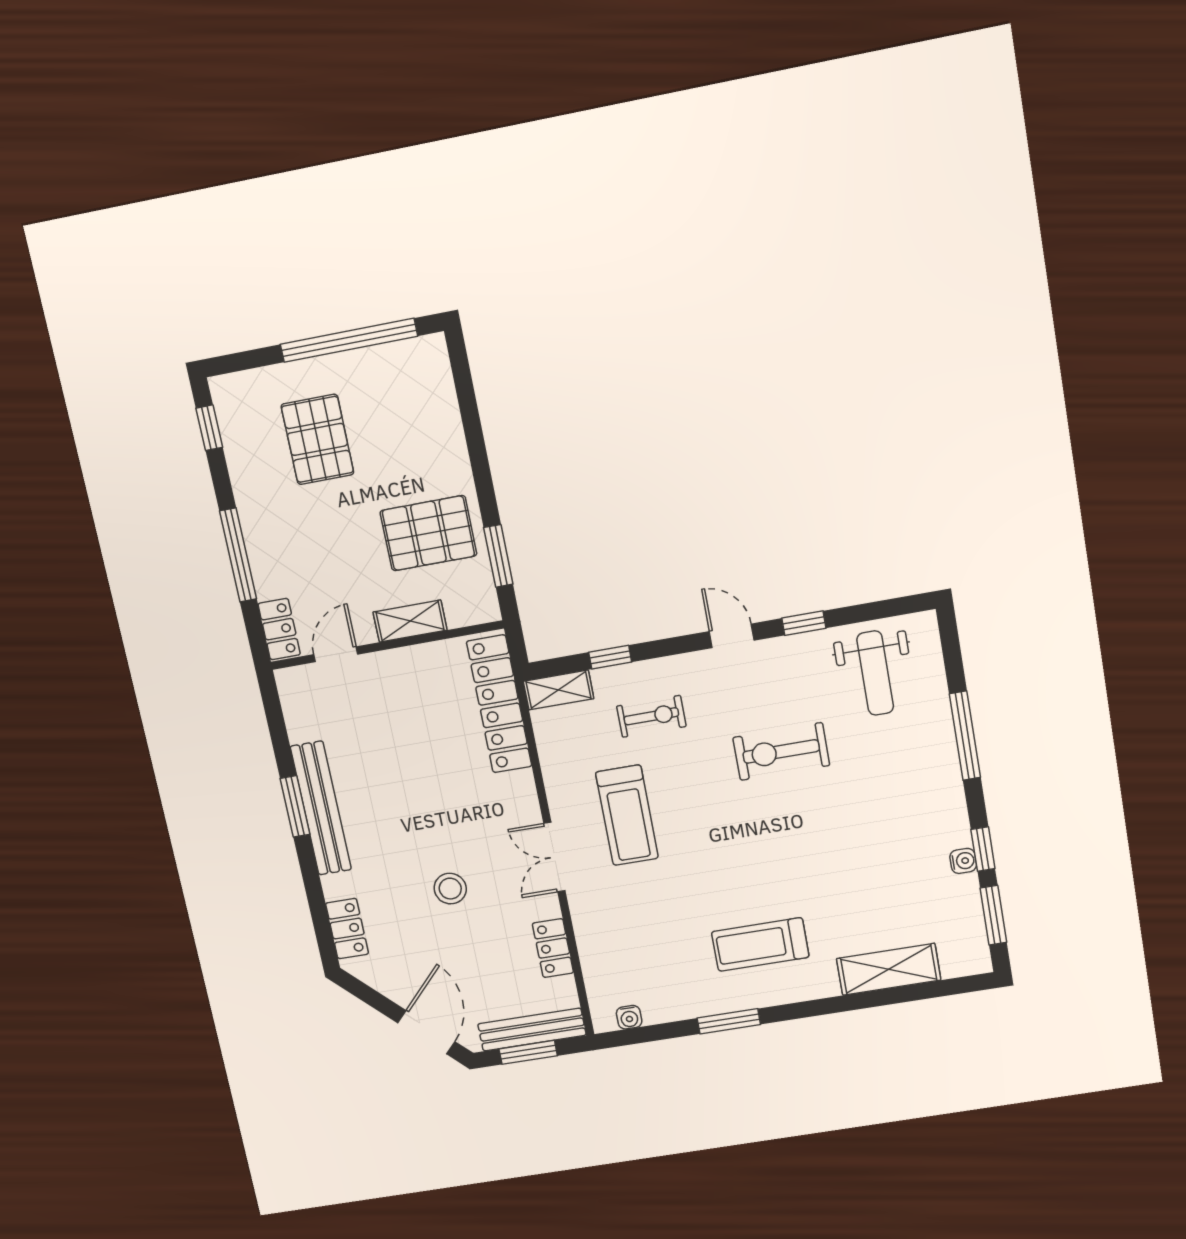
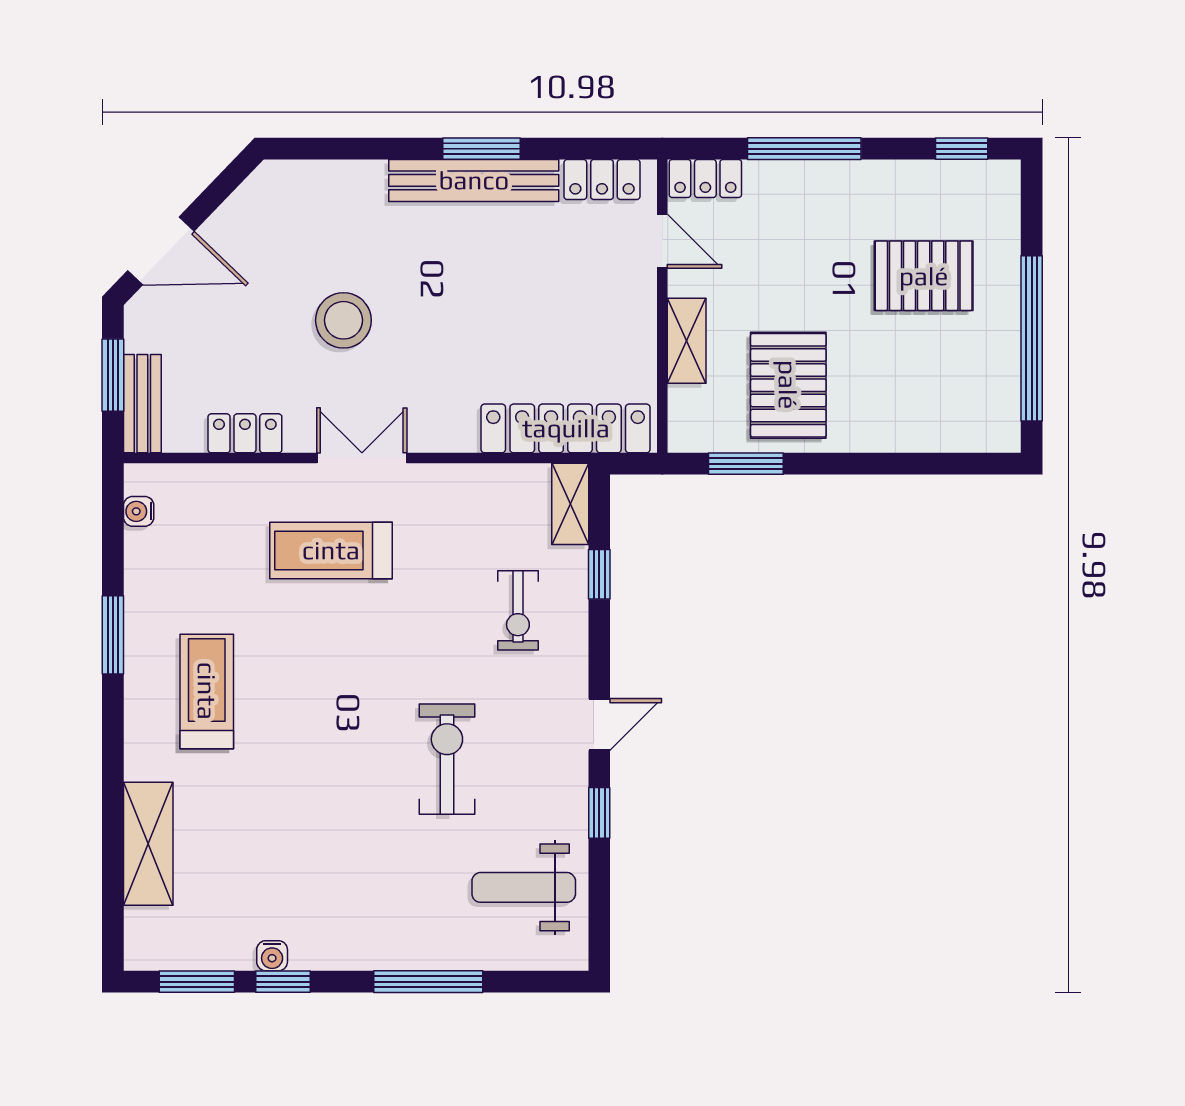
treadmill: (627, 815) -> (331, 550), moved
stool: (450, 889) -> (343, 320), width x1.38, depth x1.38
locker: (347, 929) -> (602, 179), moved
bench: (532, 1030) -> (142, 404), width x0.73

